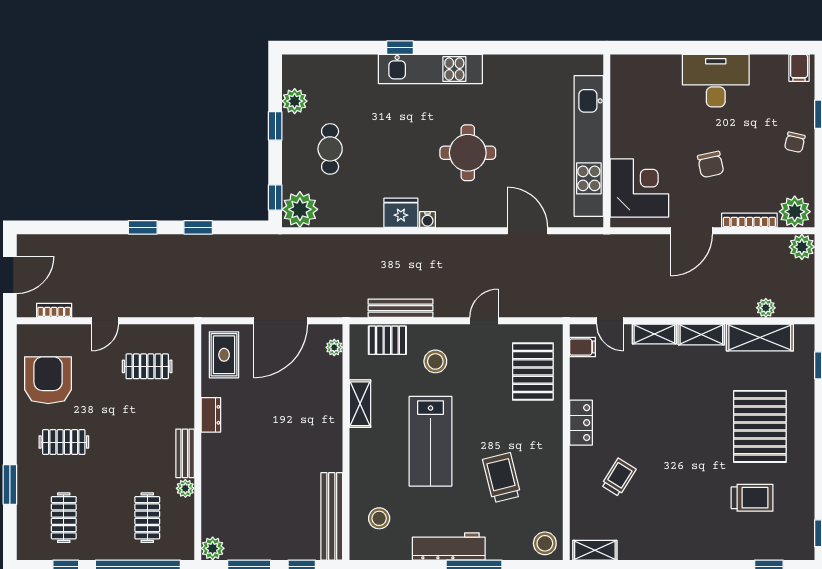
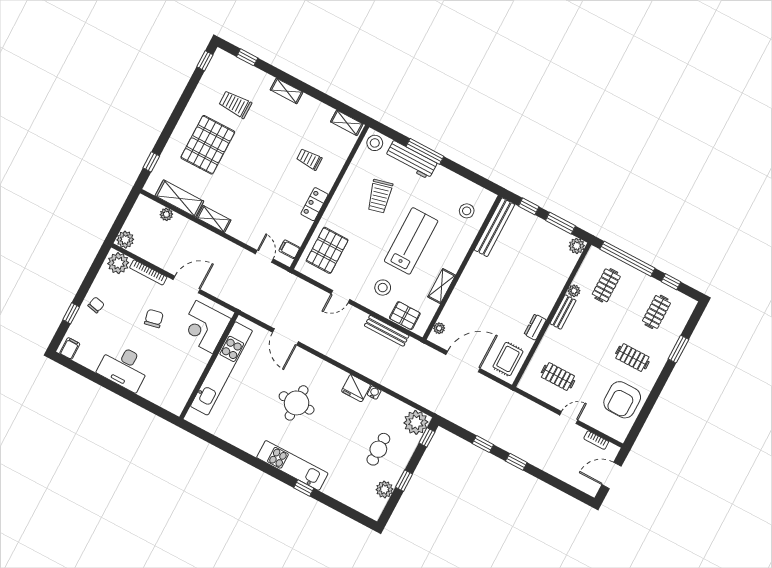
water cooler: (427, 220) -> (374, 393), moved
shelving: (654, 334) -> (286, 91), moved
trolley: (619, 477) -> (309, 159), turned 58
workbench: (449, 546) -> (411, 160), moved

